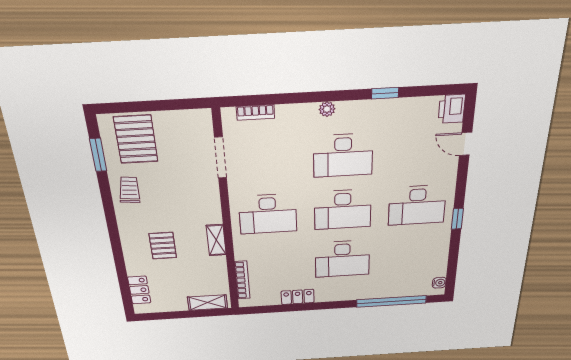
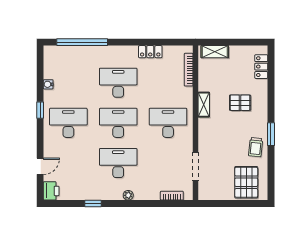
door: (466, 144) -> (40, 166), hinge flipped
window: (98, 155) -> (271, 134), moved
pallet: (163, 246) -> (240, 103), turned 90
water cooler: (439, 283) -> (48, 84), moved

